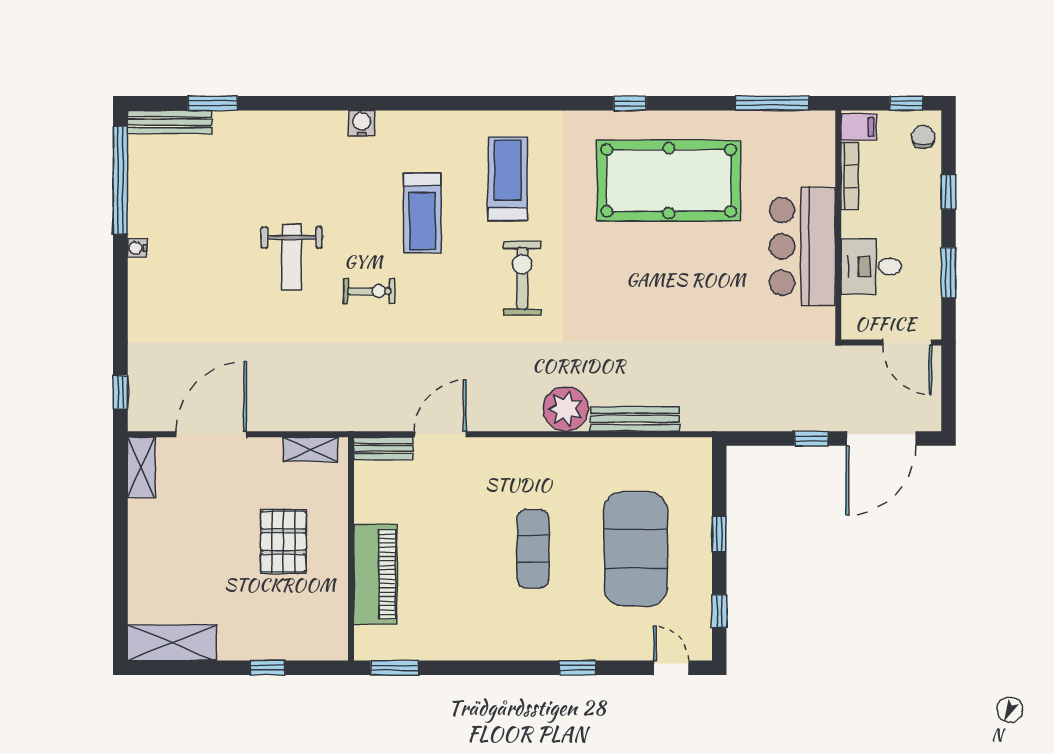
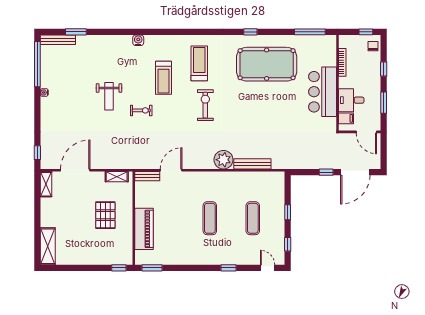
filing cabinet: (859, 127) -> (346, 118), moved
exercise mat: (636, 549) -> (253, 218), width x0.50, depth x0.69
shelving: (172, 643) -> (48, 246), moved, turned 90
window: (268, 668) -> (119, 268), moved

